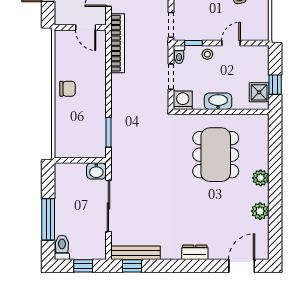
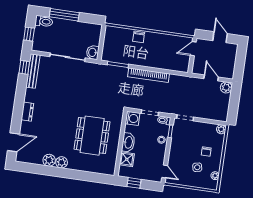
door: (86, 27) -> (193, 49), moved
bookcase: (118, 43) -> (149, 75), moved
door: (231, 43) -> (165, 171), moved
chair: (67, 89) -> (139, 37), moved
shower: (259, 92) -> (127, 159), moved
dining table: (216, 155) -> (92, 136), turned 90
plant: (261, 178) -> (62, 162), moved
door: (242, 266) -> (13, 142), hinge flipped

